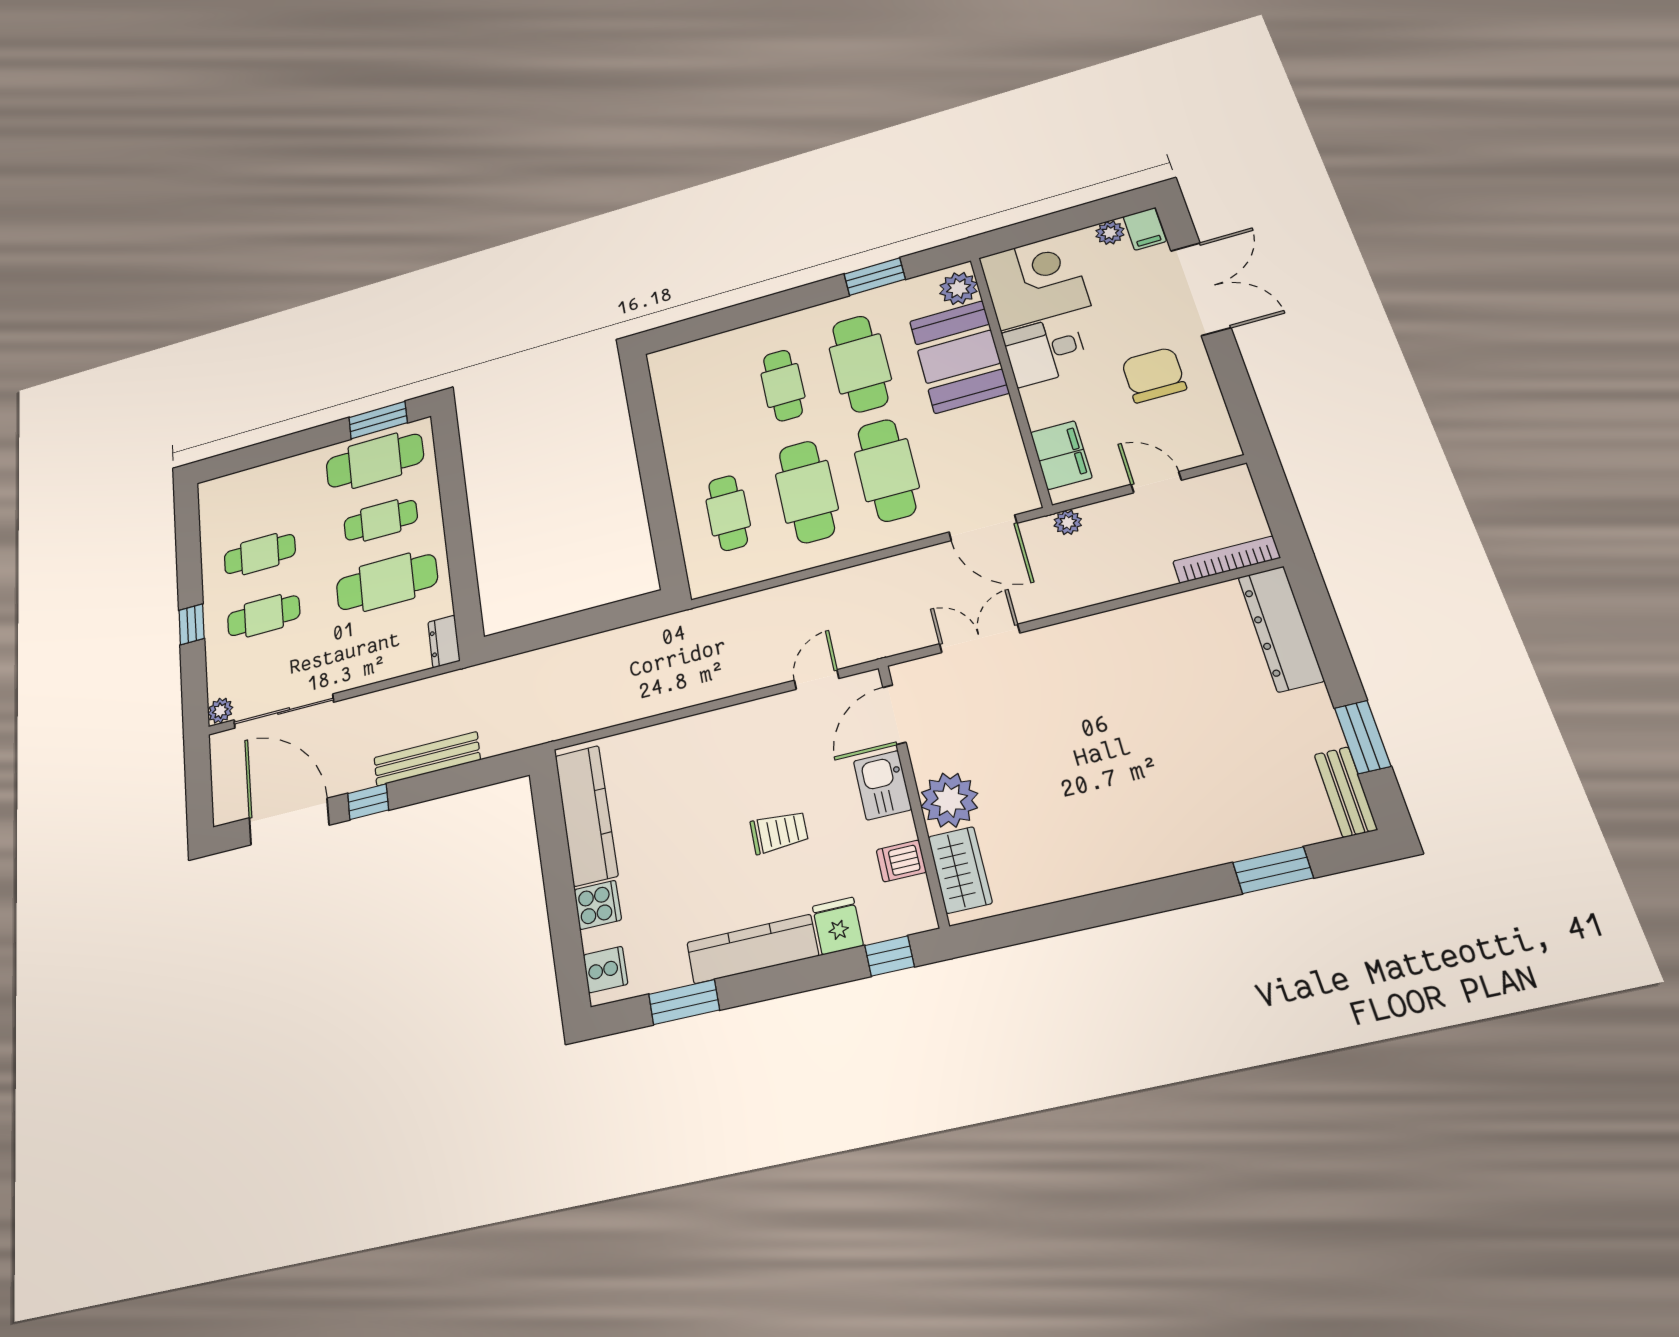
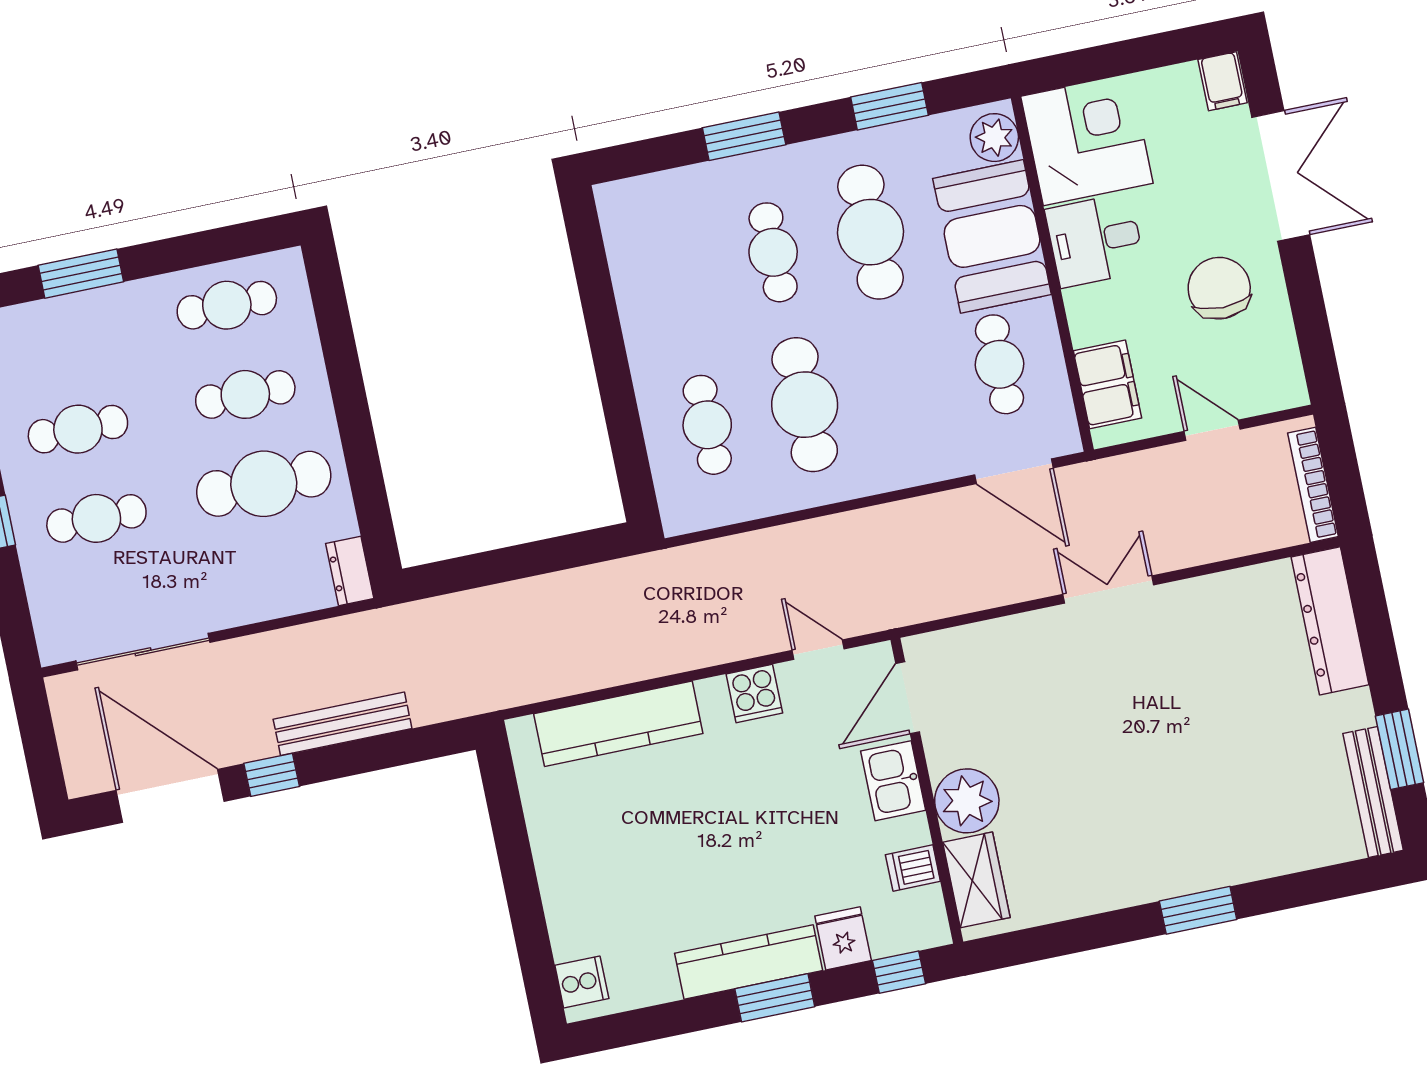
plant: (1110, 233) -> (1181, 81), removed
window: (762, 309) -> (744, 136), added
window: (378, 420) -> (81, 274), moved
cafe table: (375, 461) -> (227, 305), width x0.73, depth x0.74
cafe table: (887, 470) -> (999, 364), moved, width x0.73, depth x0.74
plant: (1068, 522) -> (1111, 473), removed
bookcase: (1226, 560) -> (1313, 485), moved, turned -90
double door: (979, 638) -> (1108, 590), moved
door: (817, 679) -> (818, 650), hinge flipped
plant: (220, 711) -> (54, 646), removed
bench: (1346, 792) -> (1373, 792), width x1.36
kitchen counter: (586, 815) -> (618, 724), moved, turned 90
trolley: (779, 832) -> (776, 831), removed
window: (1273, 870) -> (1198, 910), moved
cooker: (598, 905) -> (754, 693), moved, turned 90
window: (684, 1002) -> (775, 998), moved

